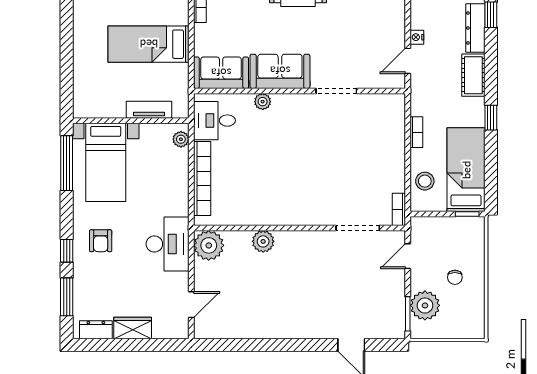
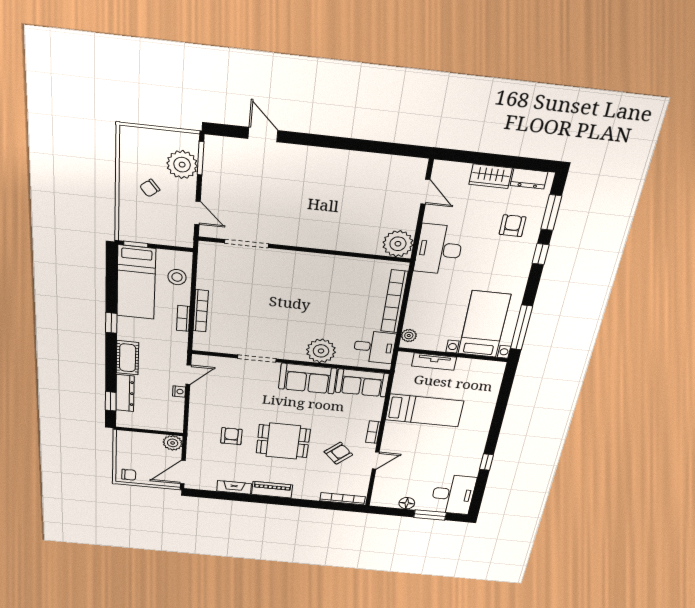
plant: (263, 102) -> (321, 351), width x1.88, depth x1.88
bookcase: (399, 209) -> (201, 311), moved, width x1.56
armchair: (101, 241) -> (513, 226), moved
plant: (263, 241) -> (343, 242), removed
door: (408, 256) -> (197, 213), hinge flipped
chair: (455, 277) -> (150, 188), turned -129
door: (191, 305) -> (425, 192), swing flipped

